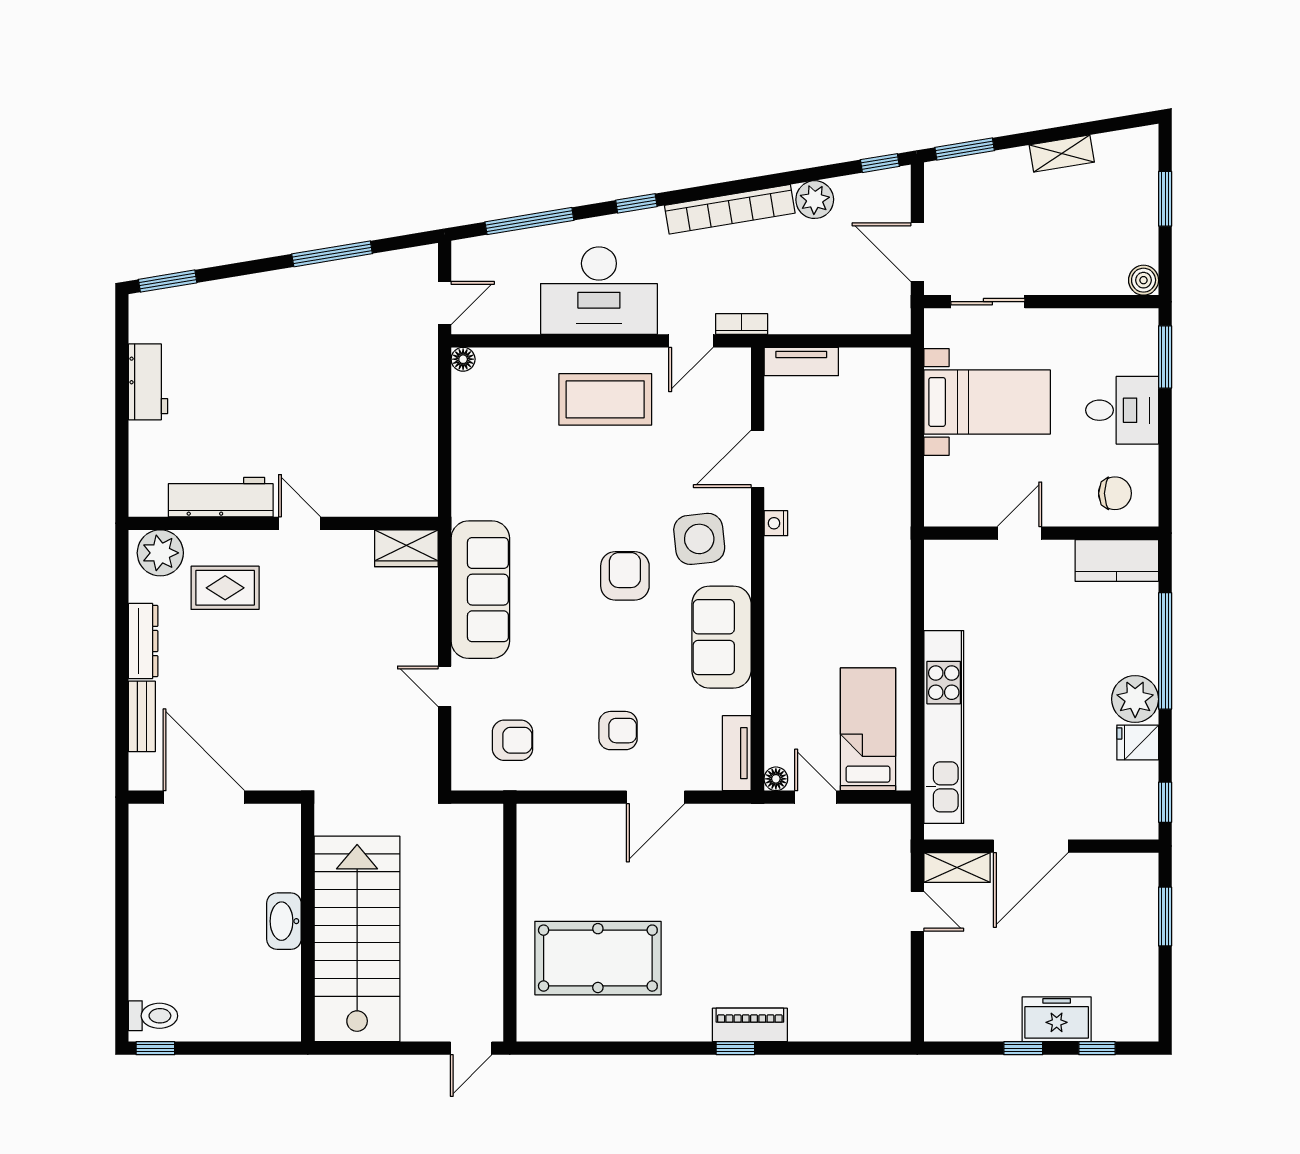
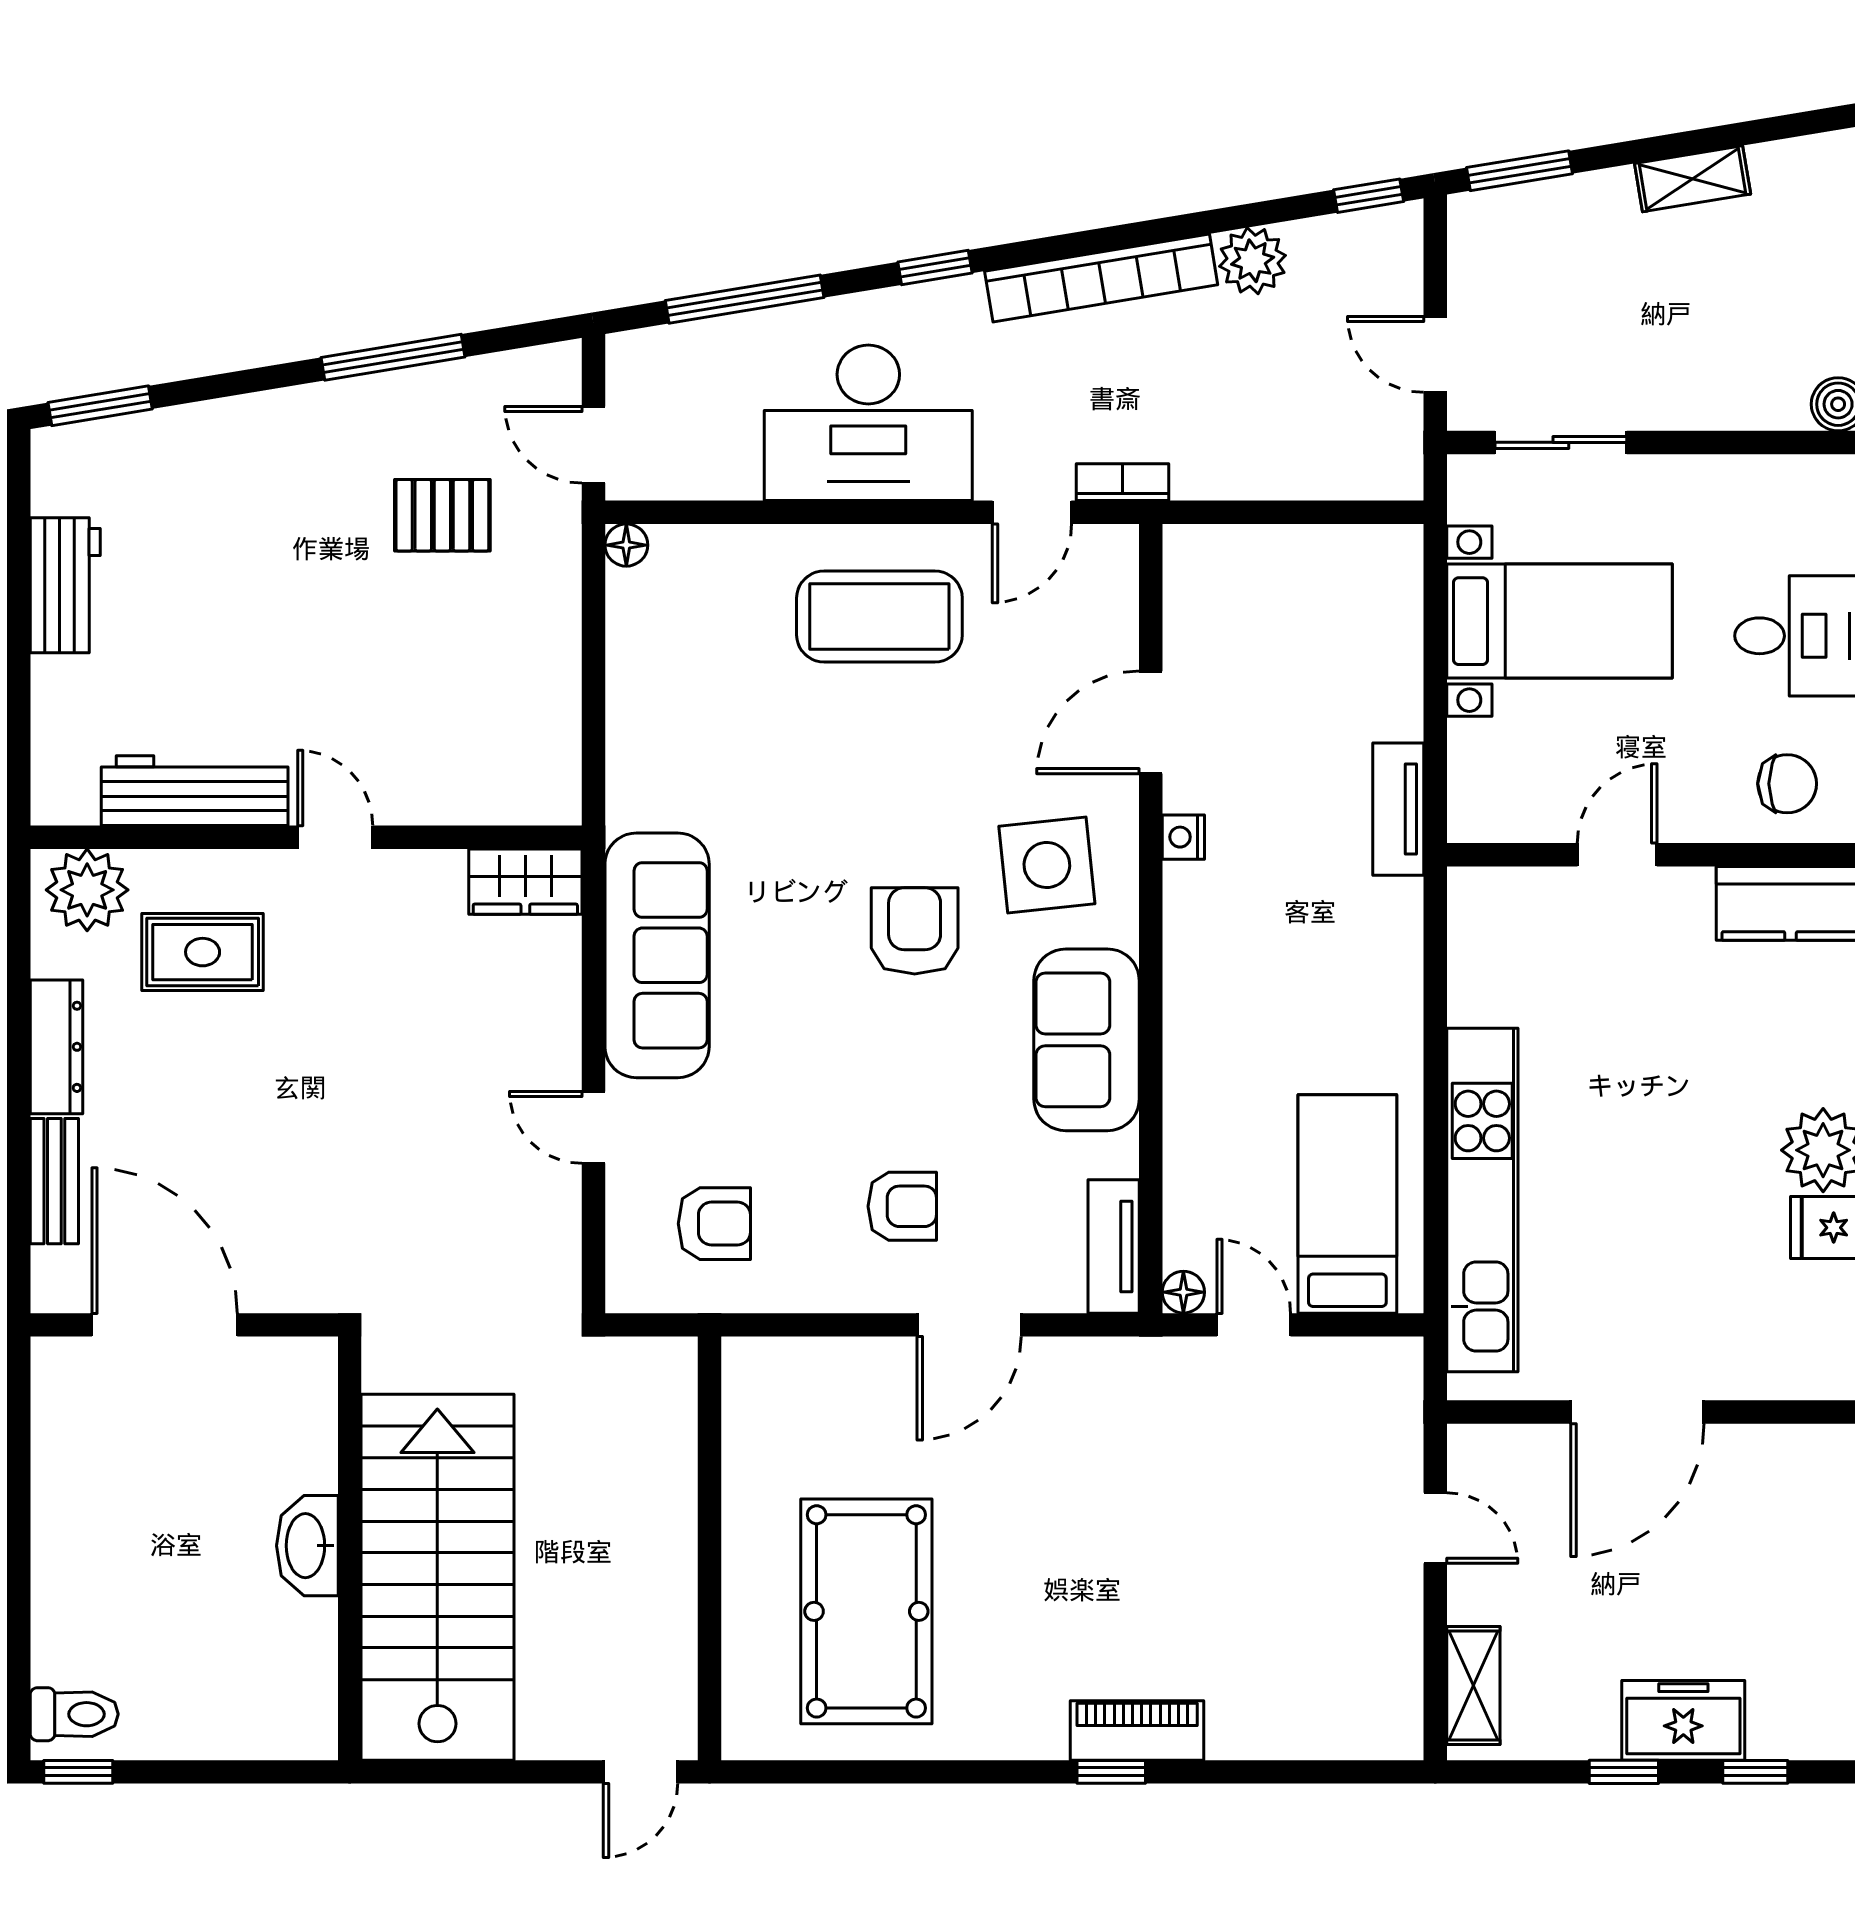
door: (917, 252) -> (1435, 354), width x0.73
door: (445, 303) -> (593, 445), swing flipped
pallet: (360, 342) -> (442, 515), added
tv unit: (801, 361) -> (1398, 809), moved, turned 90
shelving: (957, 868) -> (1473, 1685), moved, turned 90
pool table: (598, 958) -> (866, 1611), turned 90

